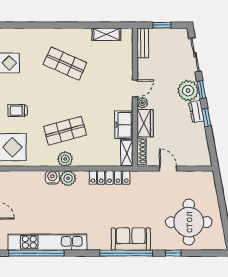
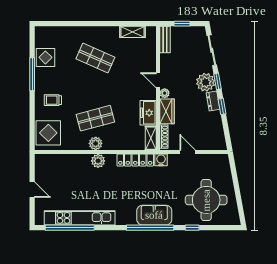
door: (135, 88) -> (158, 80), swing flipped
water cooler: (52, 177) -> (161, 160), moved

